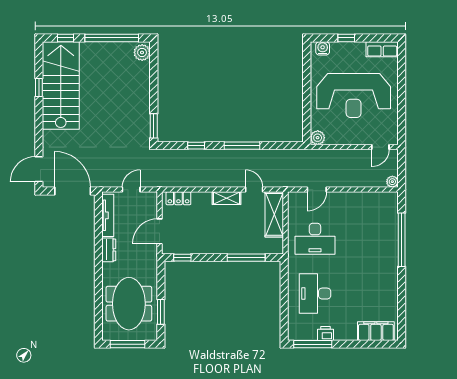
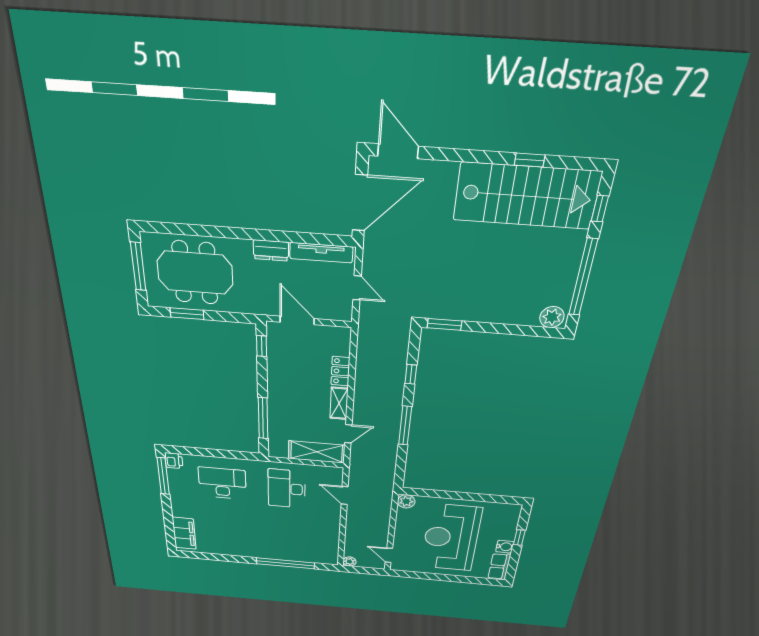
water cooler: (323, 48) -> (505, 547), moved
locker: (178, 198) -> (340, 371), moved
printer: (325, 333) -> (174, 461), moved

